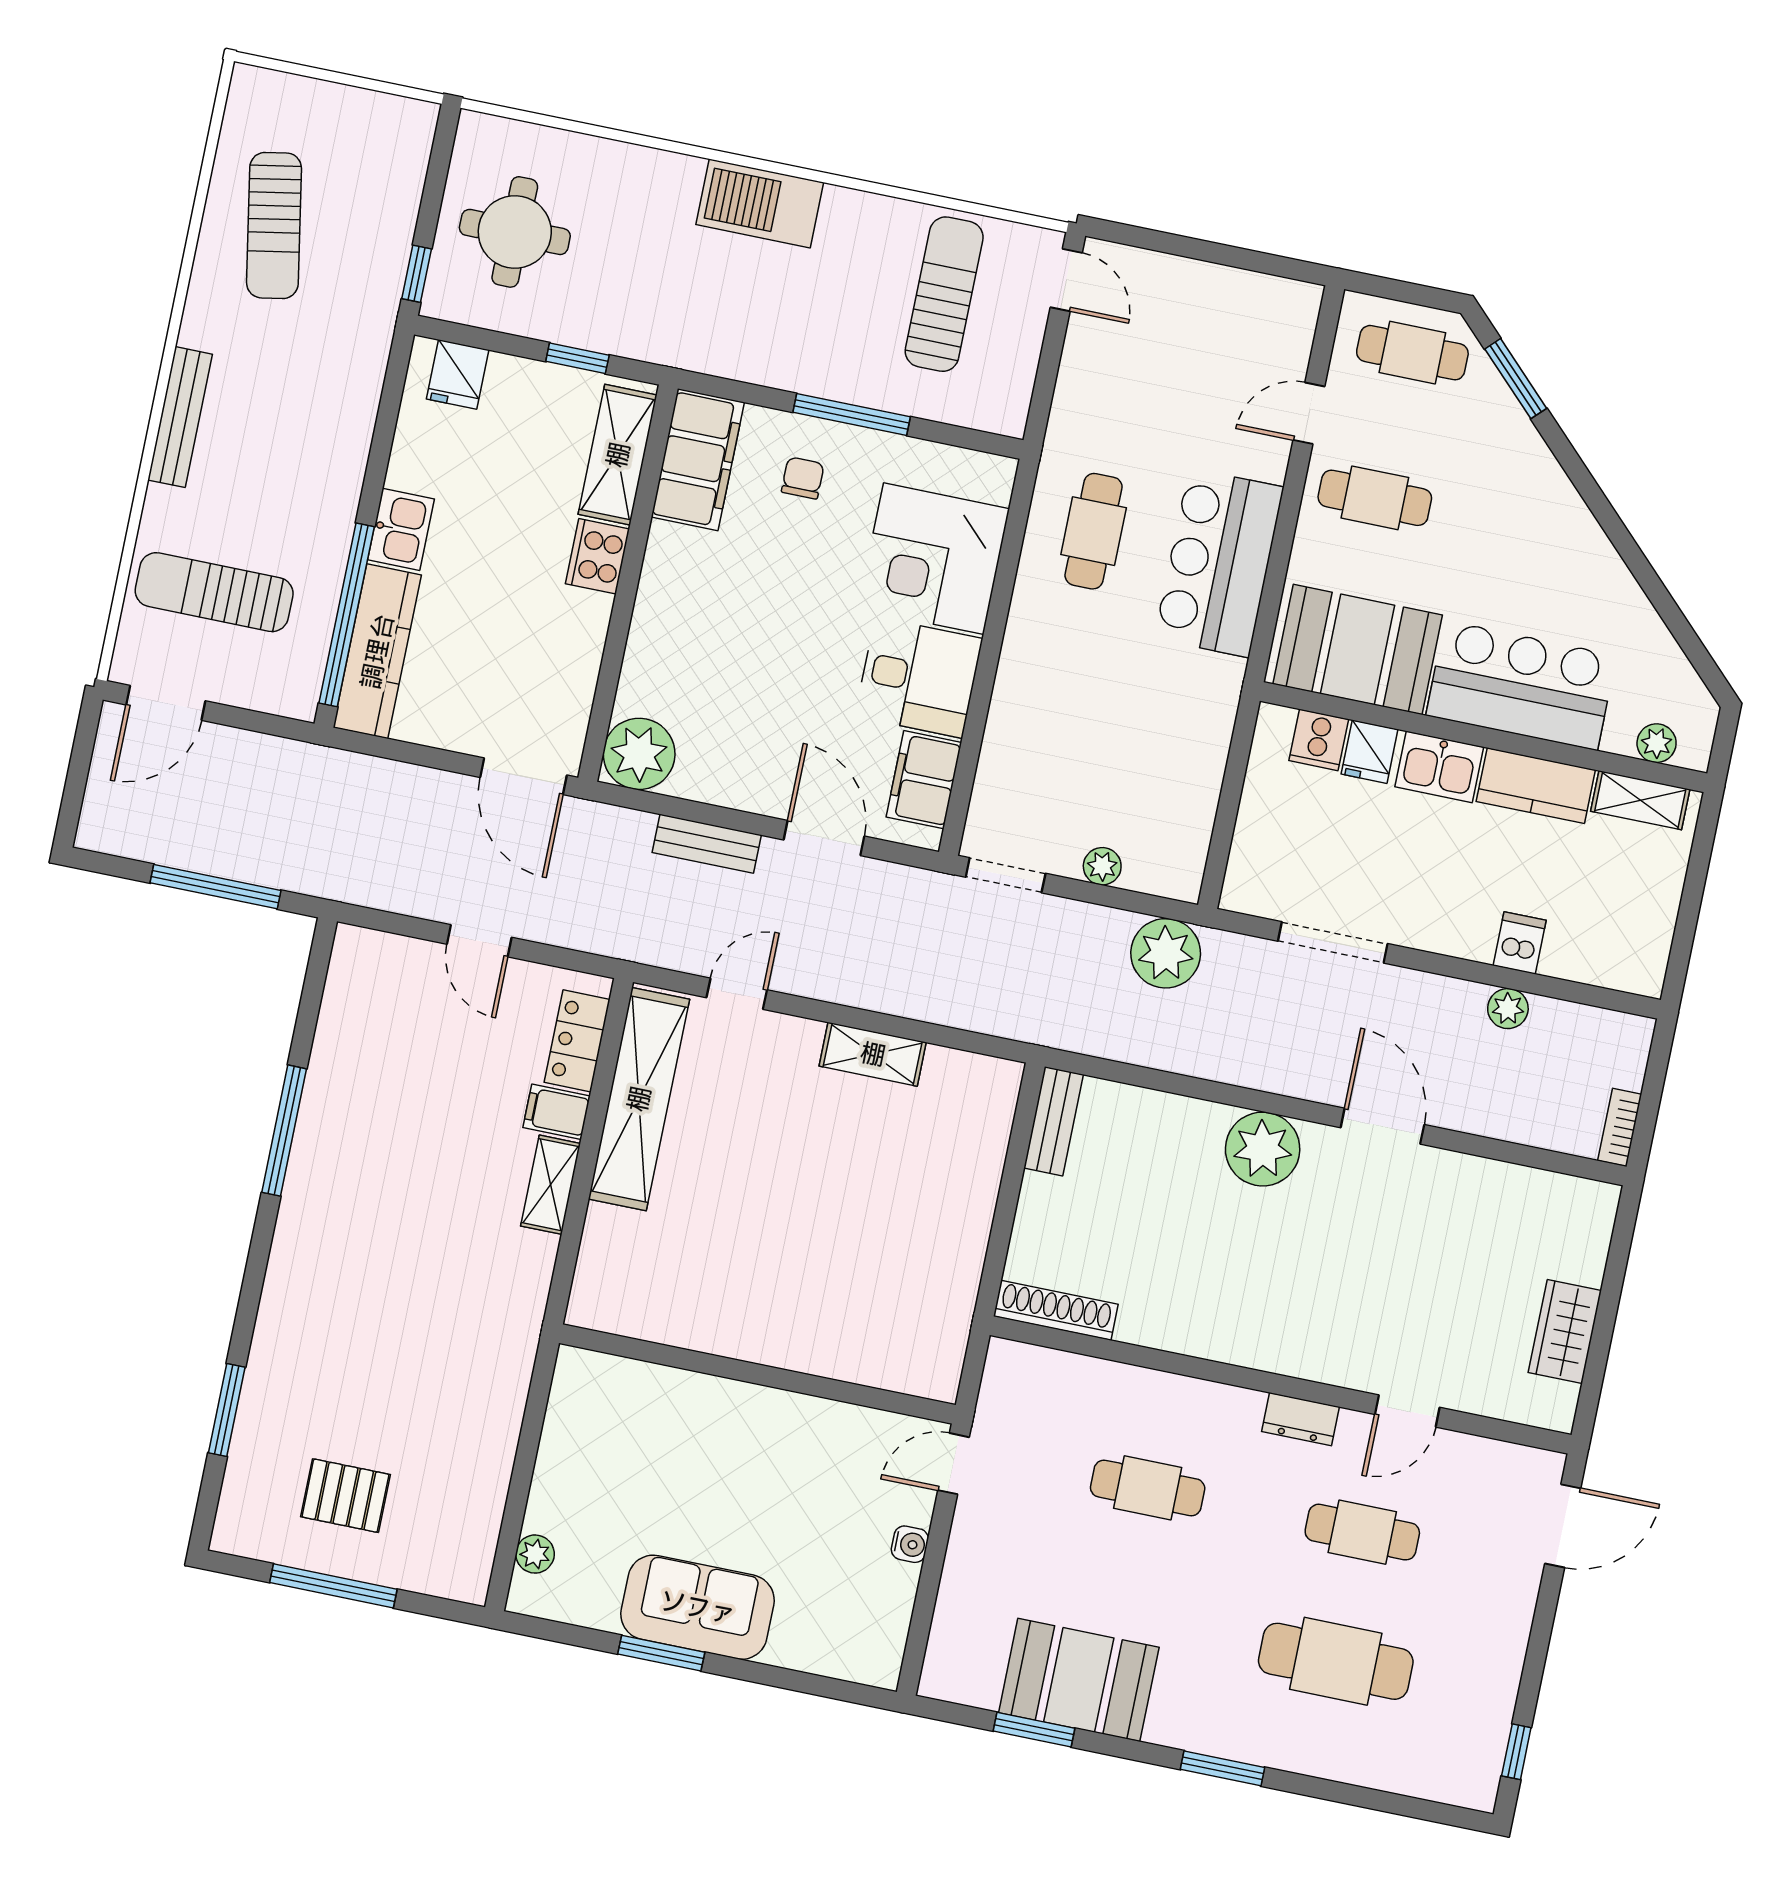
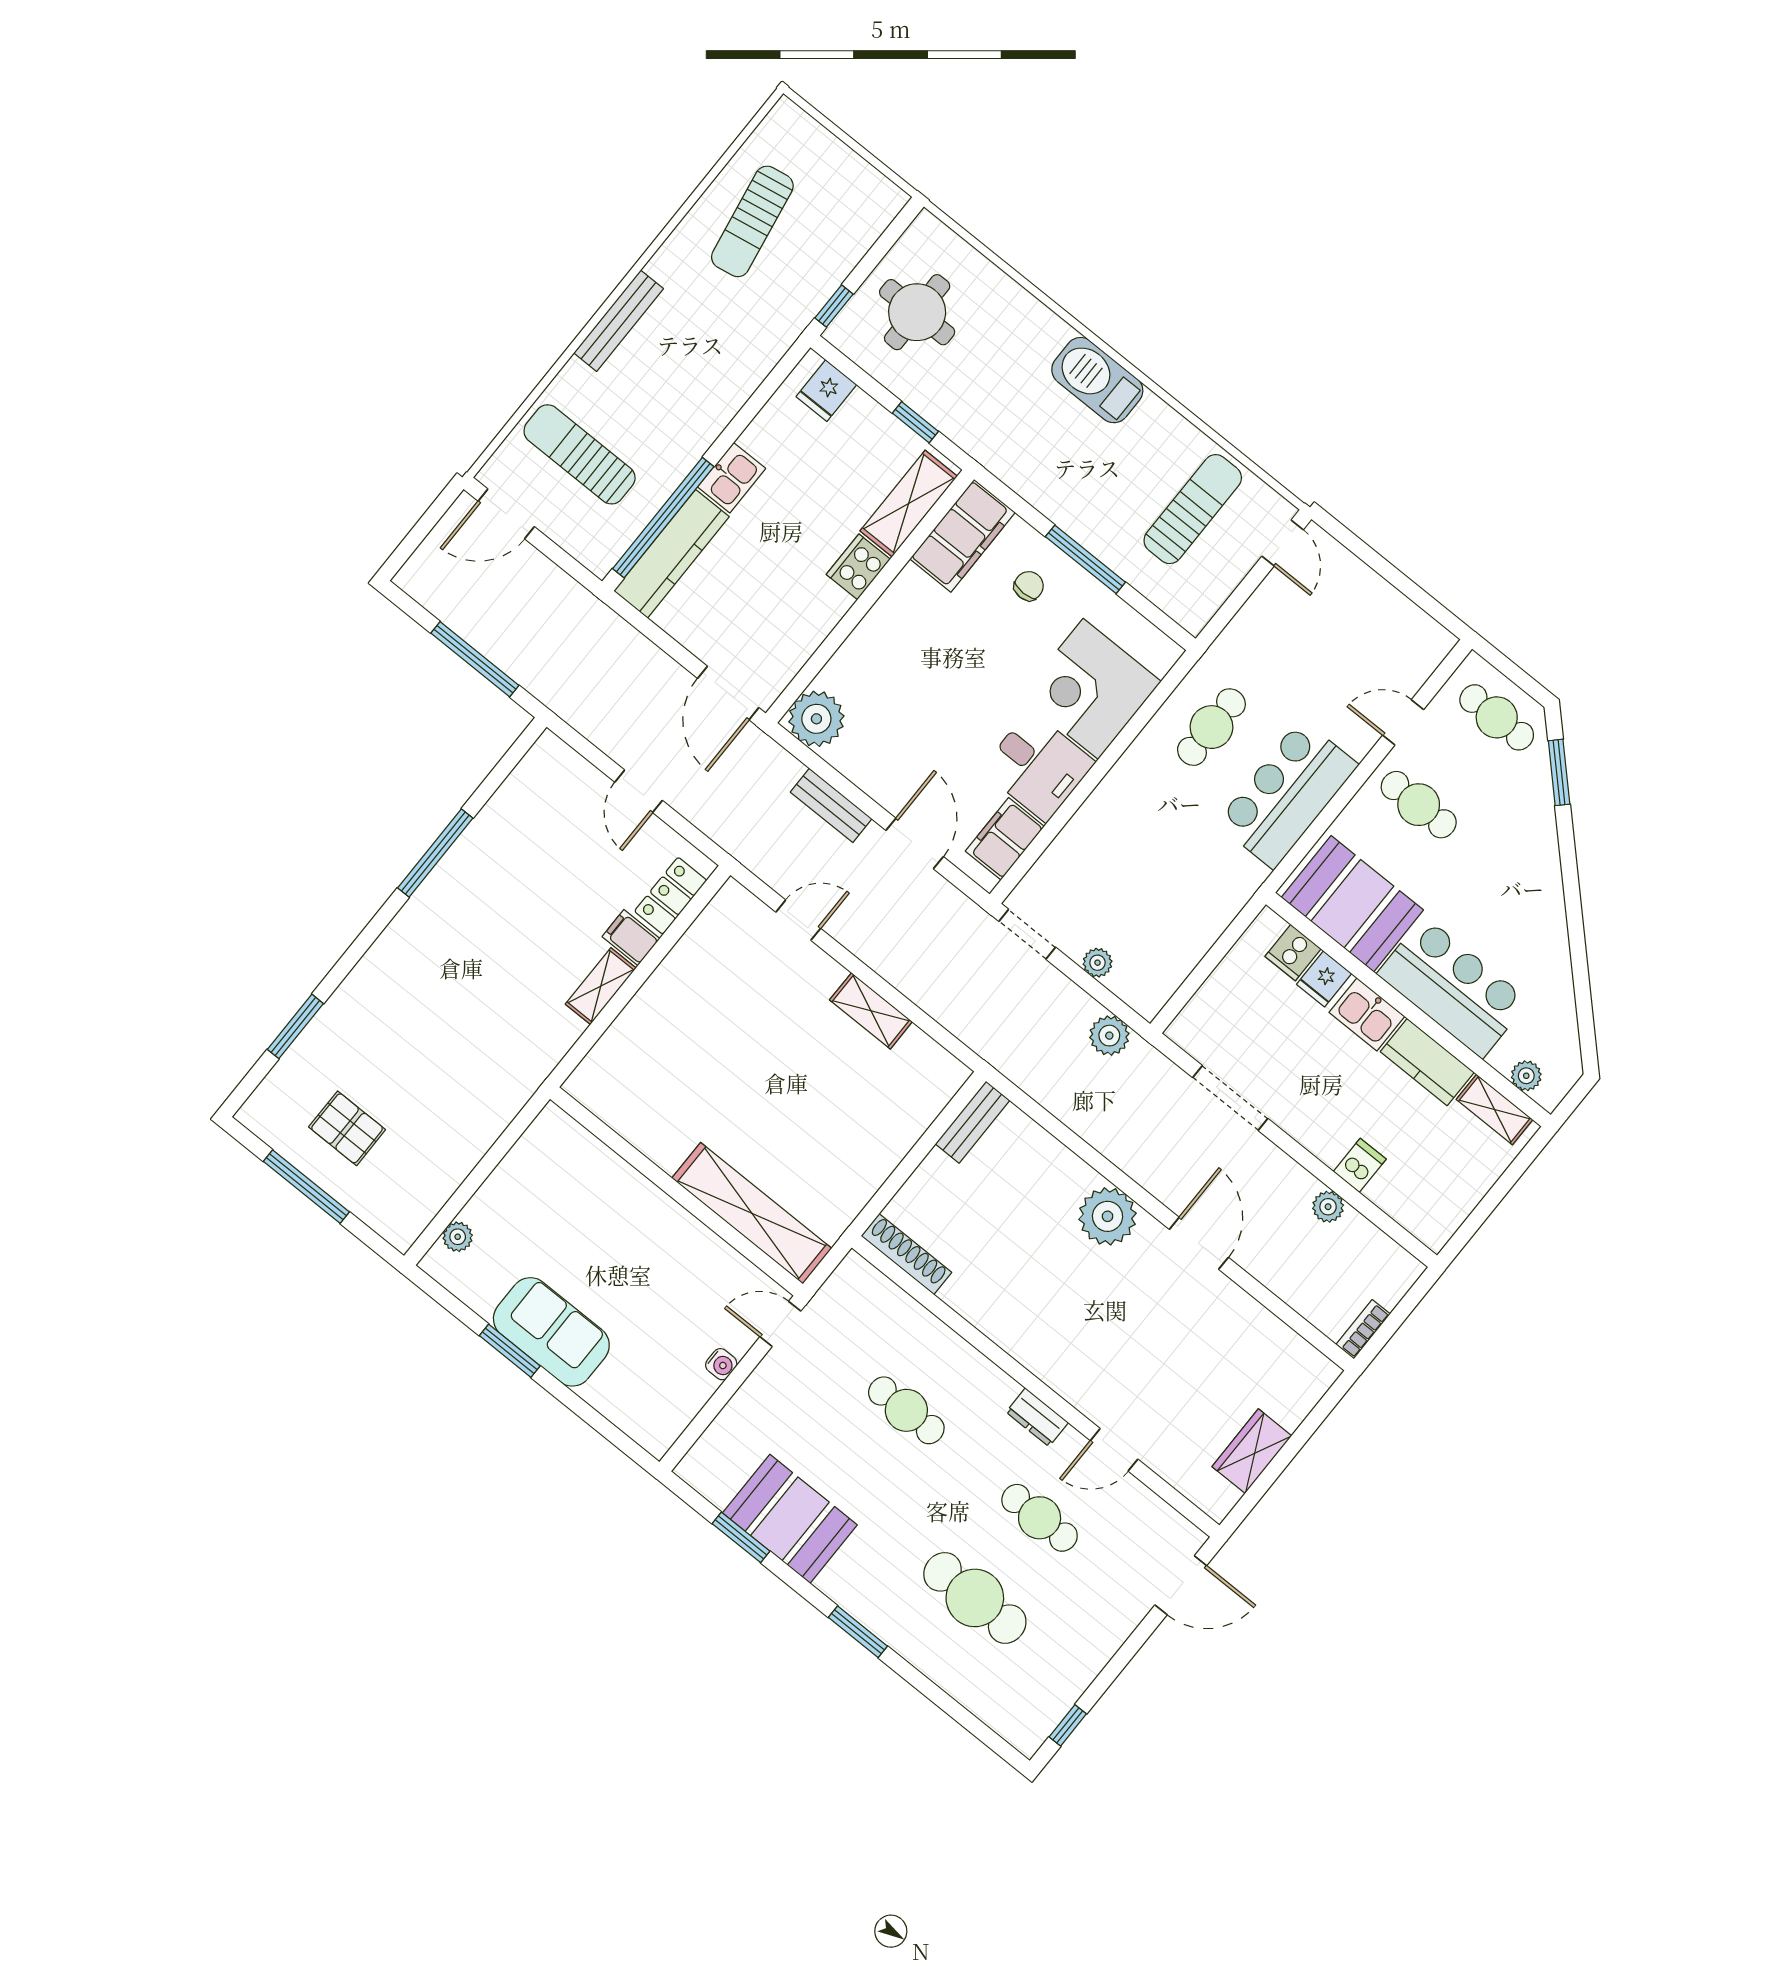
plant: (1166, 953) -> (1109, 1036), width x0.73, depth x0.73
shelving: (639, 1099) -> (752, 1213), moved, turned 90

